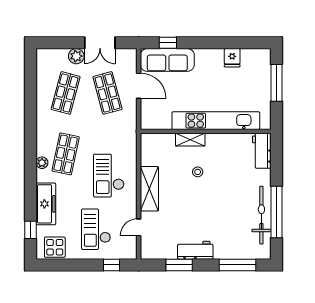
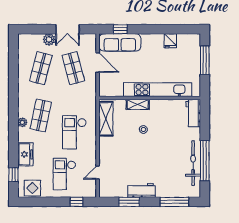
shelving: (149, 189) -> (106, 119), moved
freezer: (46, 204) -> (25, 154), width x0.71

